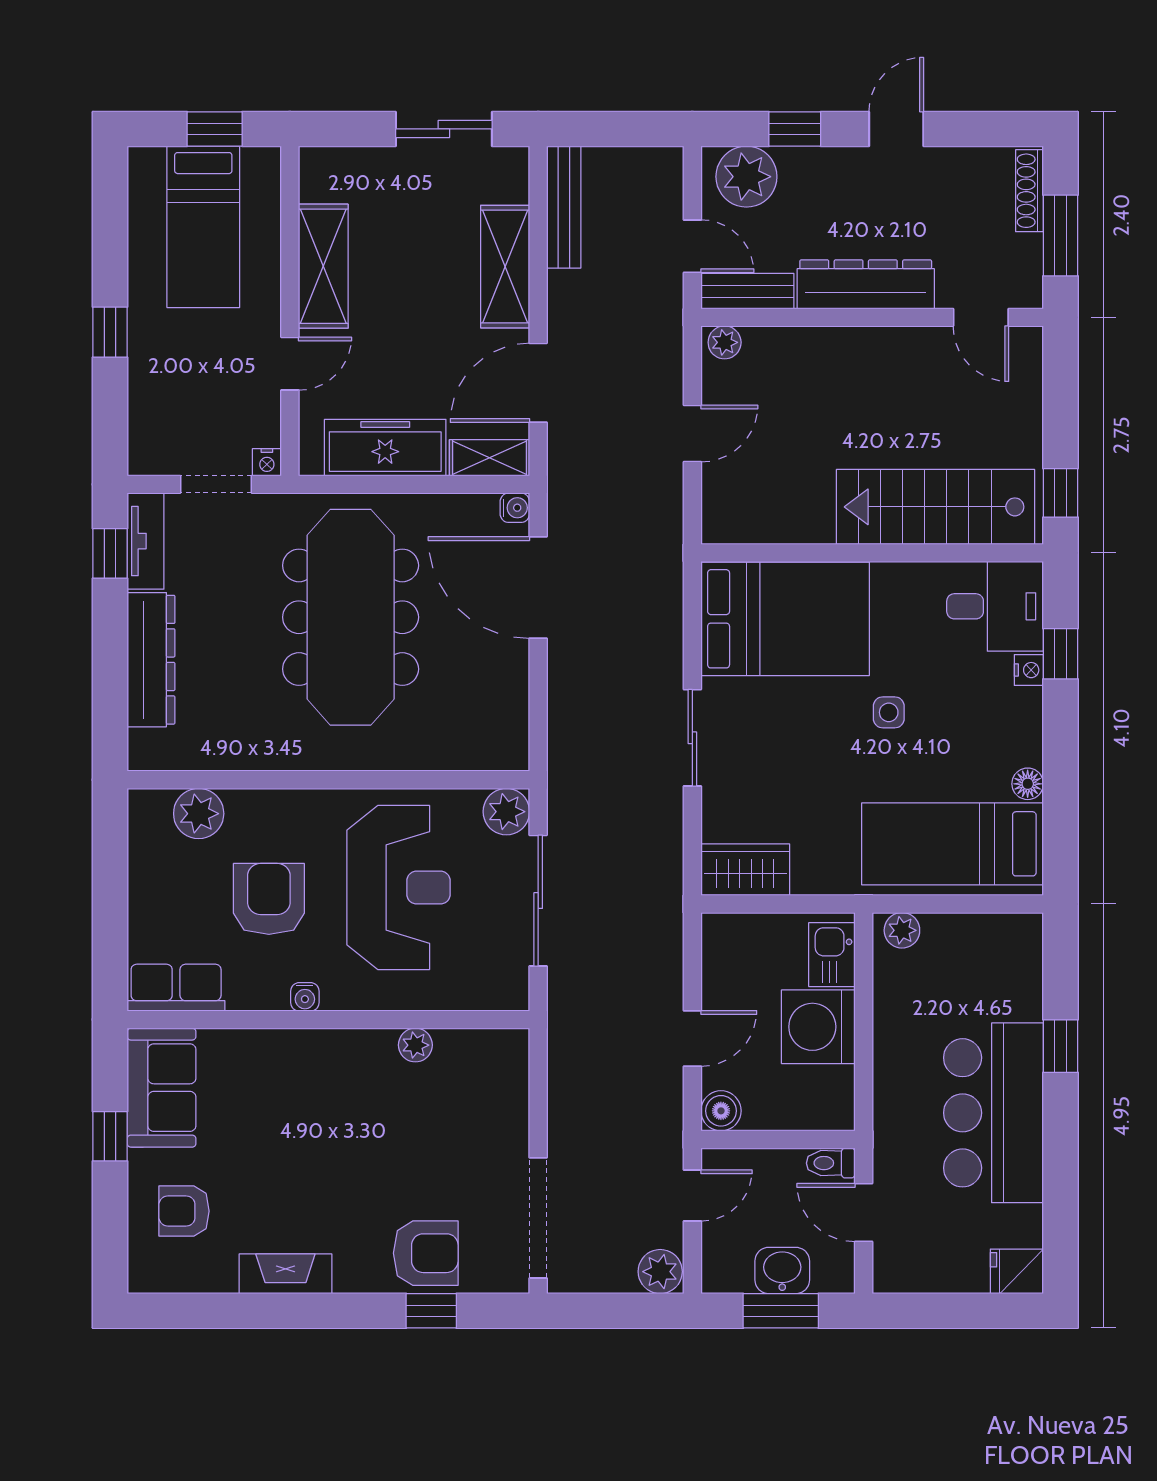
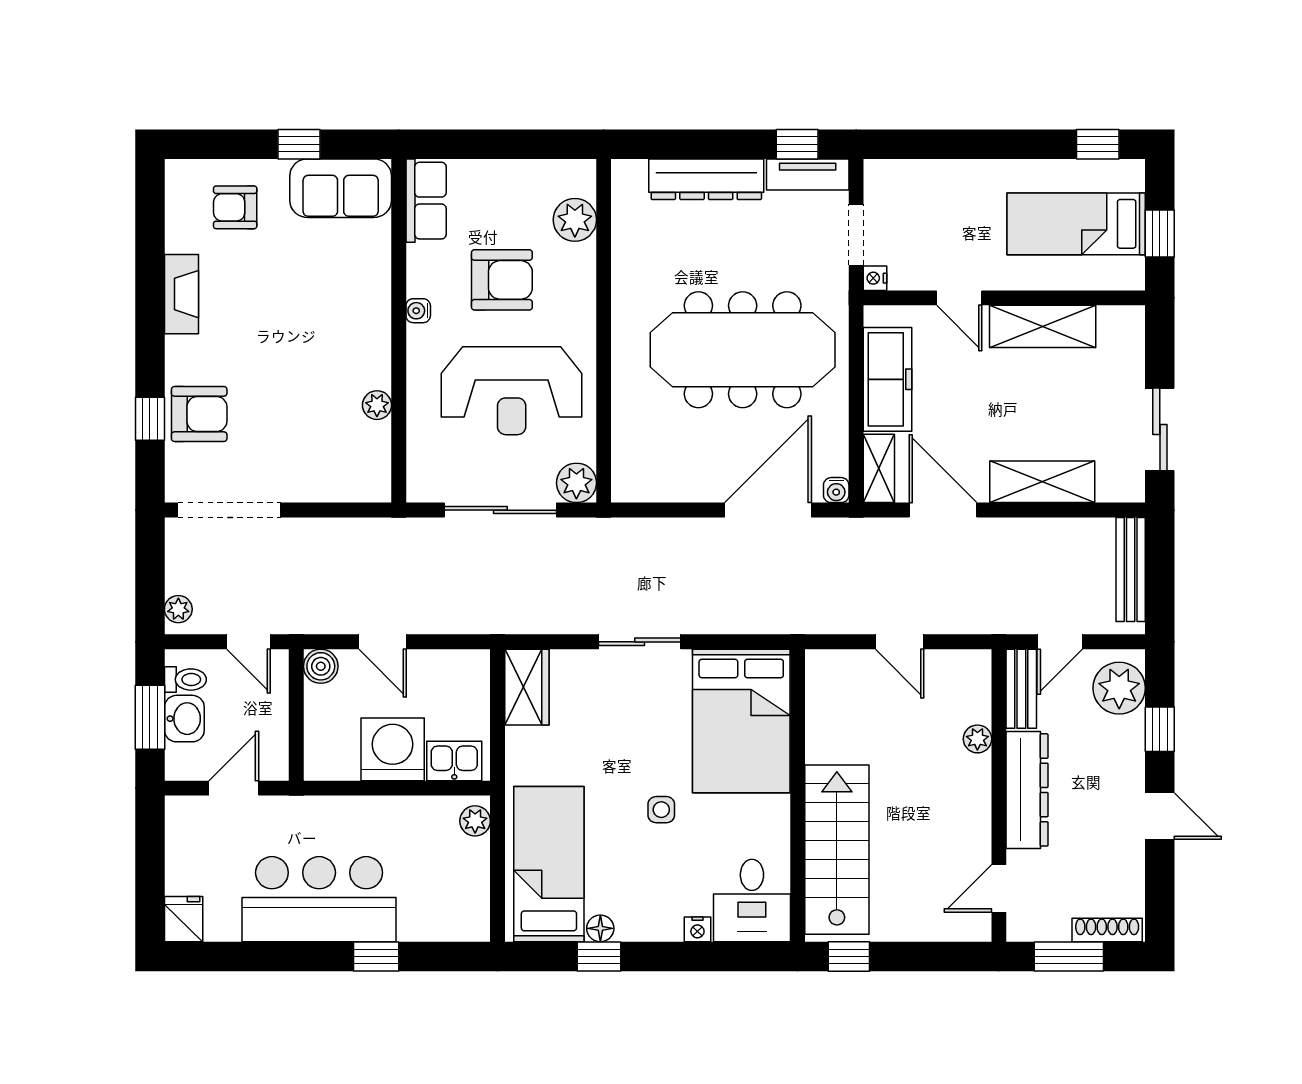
bench: (564, 207) -> (1131, 569), moved, turned 90
window: (110, 332) -> (1098, 144), moved
plant: (725, 342) -> (977, 739), moved
window: (1061, 654) -> (599, 956), moved
toilet: (831, 1163) -> (185, 680), moved, turned 90
armchair: (184, 1211) -> (235, 207), turned -90
armchair: (426, 1253) -> (199, 414), turned -90
plant: (660, 1272) -> (178, 609), width x0.73, depth x0.73

